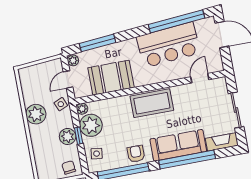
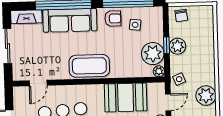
plant: (36, 114) -> (206, 96), moved
side table: (97, 154) -> (135, 25), moved
armchair: (136, 154) -> (113, 19), turned -90

